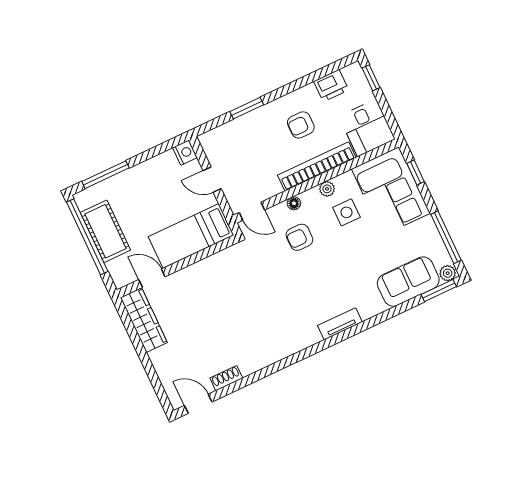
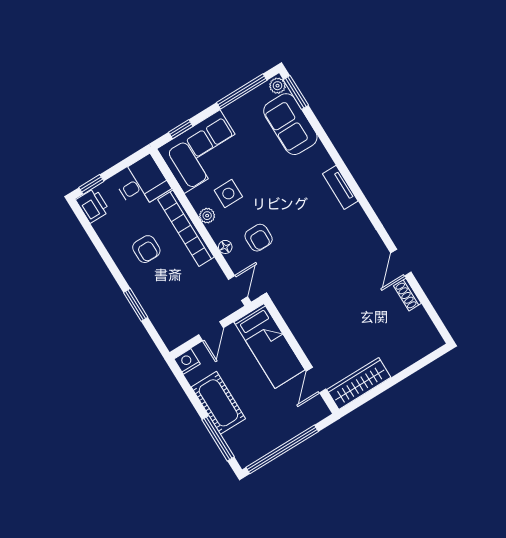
printer: (331, 86) -> (93, 205), moved
cot: (105, 231) -> (218, 403), moved, turned 90
door: (198, 404) -> (401, 263), moved

